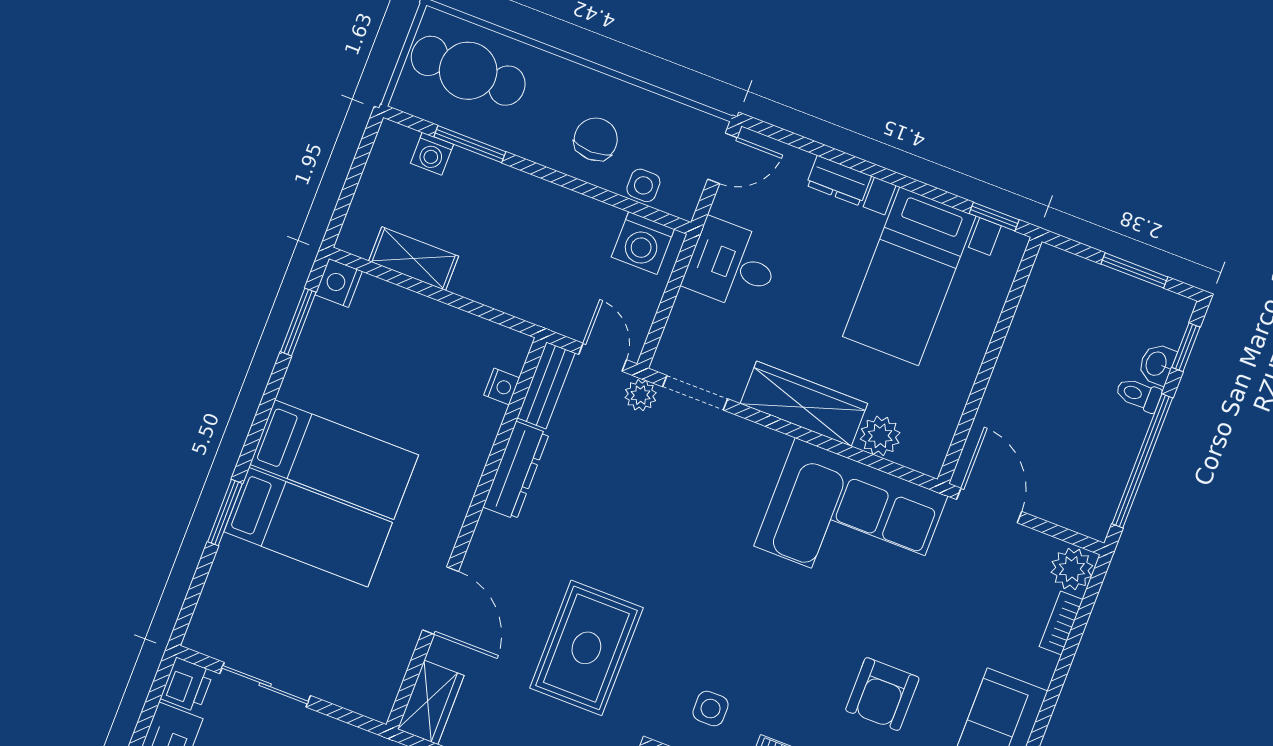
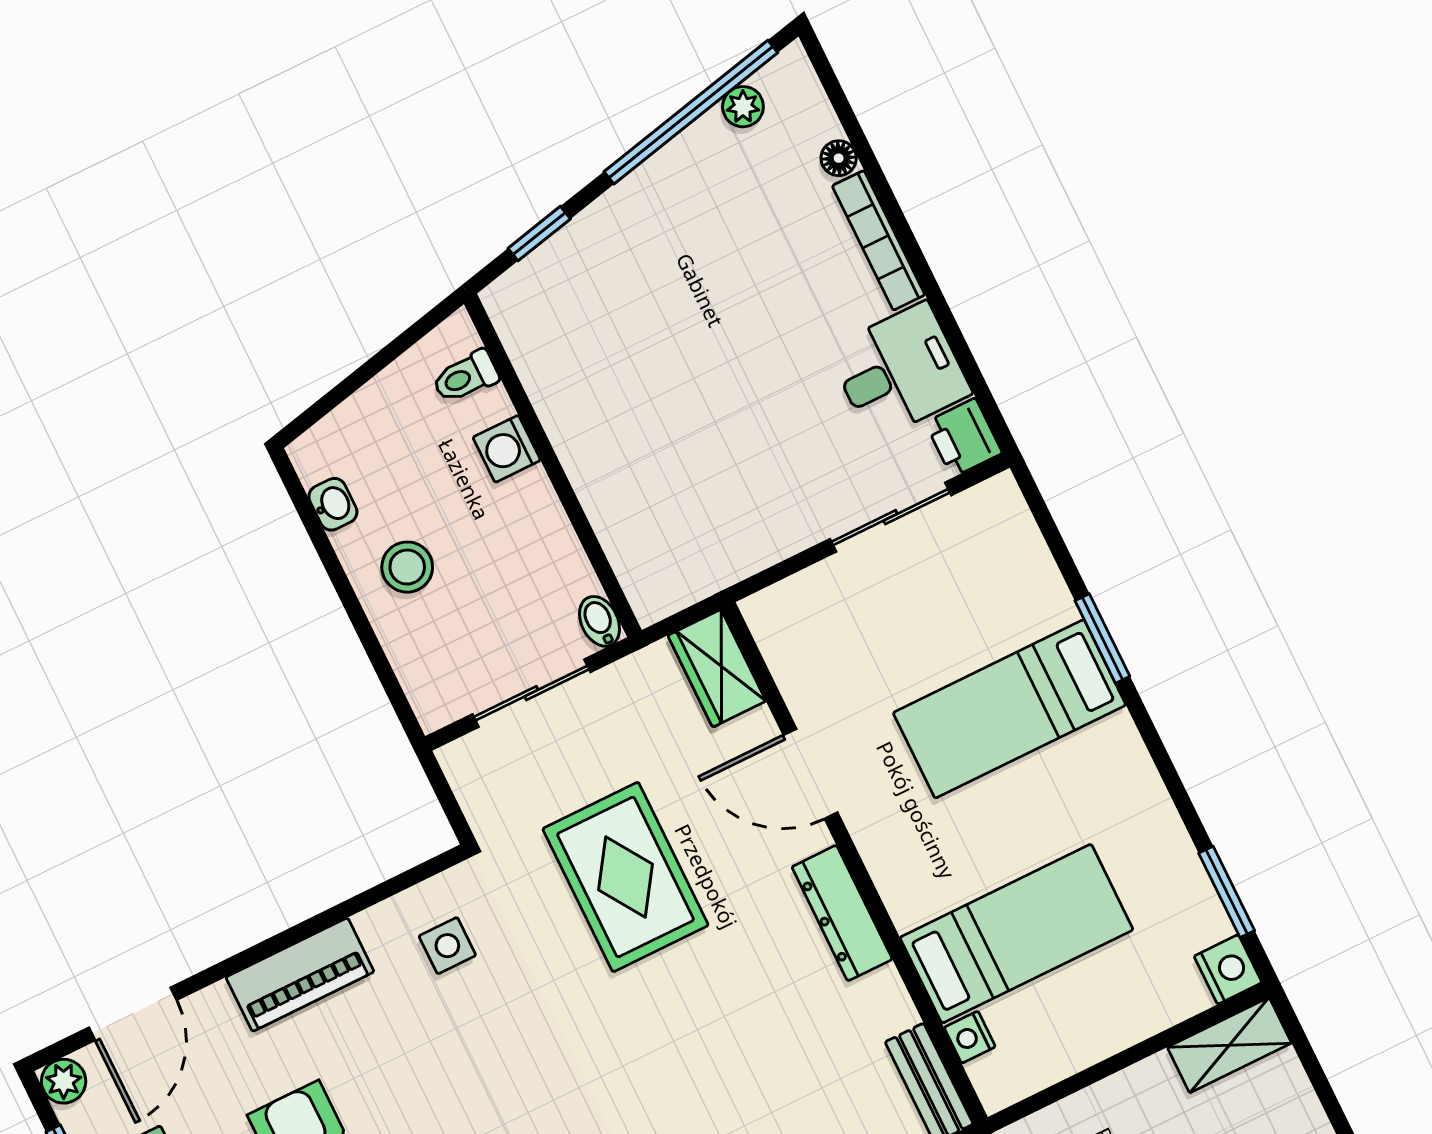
shelving: (414, 259) -> (1229, 1045), moved
bed: (334, 460) -> (1017, 934), moved, turned 180
dresser: (516, 470) -> (842, 913), moved

